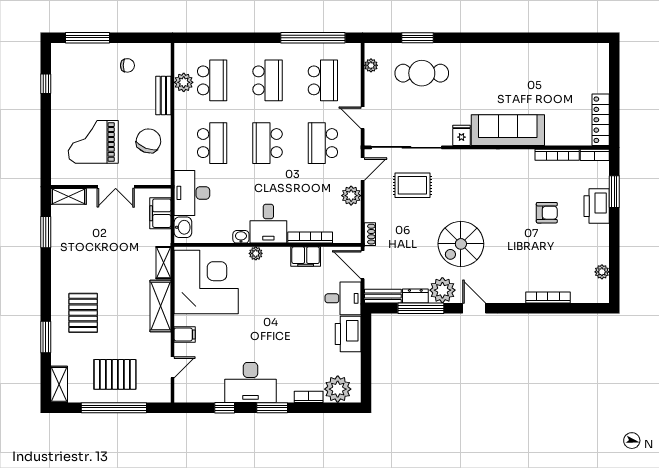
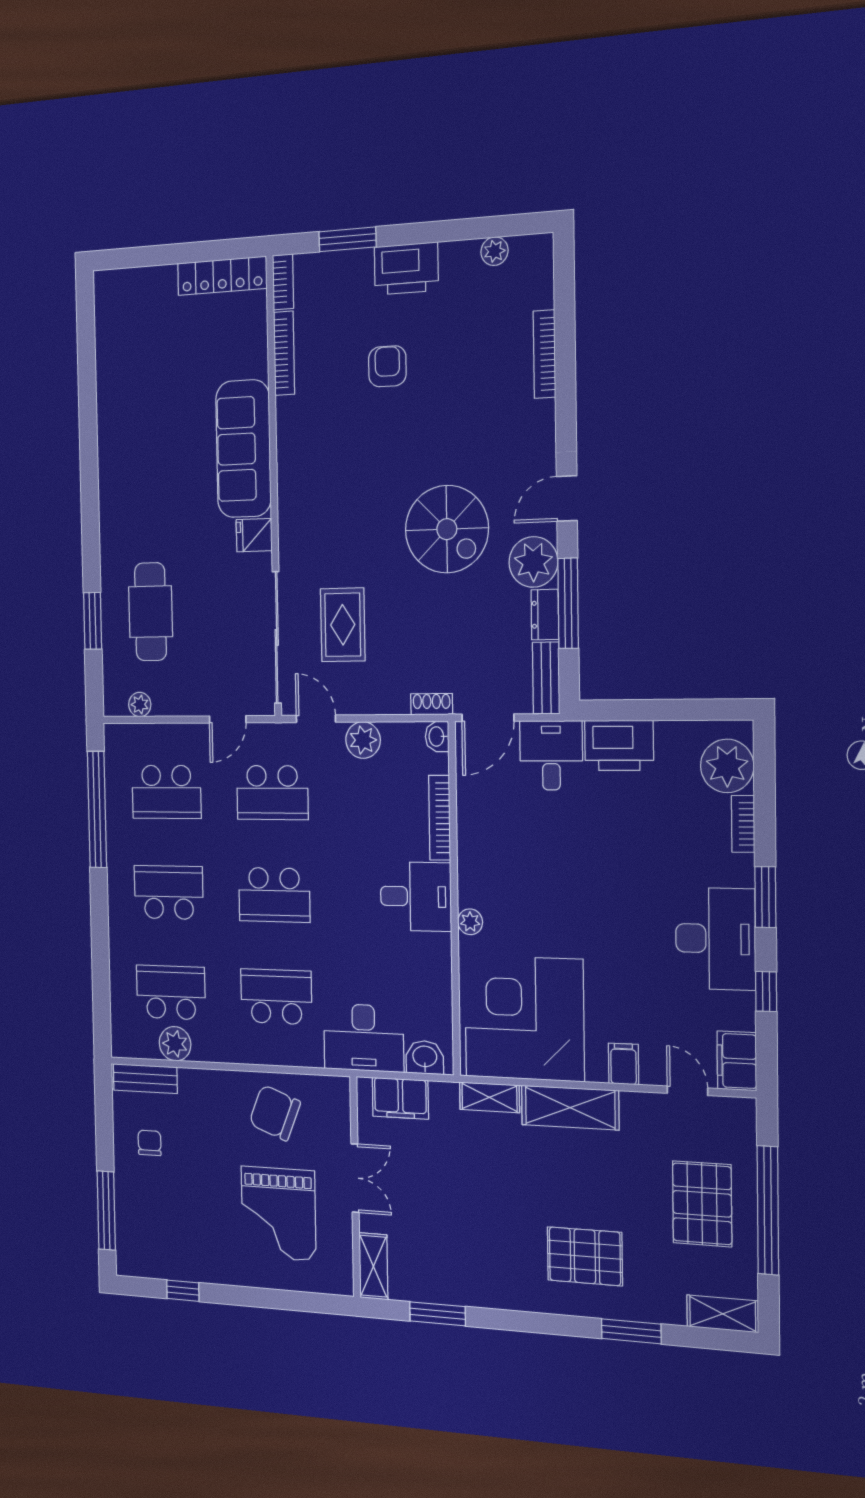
school desk: (323, 80) -> (166, 792), turned 180
bench: (163, 95) -> (145, 1079), moved
printer: (597, 206) -> (406, 269), moved
washbasin: (241, 237) -> (437, 736), moved
filing cabinet: (306, 257) -> (737, 1061), moved, turned 180

